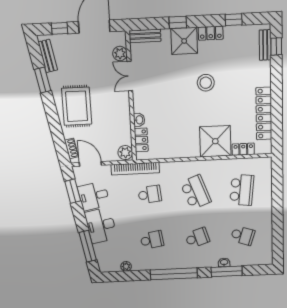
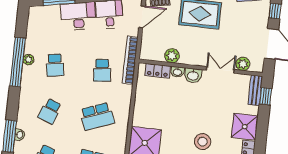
window: (178, 22) -> (266, 96), moved
washbasin: (140, 103) -> (193, 75), added
plant: (125, 153) -> (172, 56), moved
school desk: (197, 238) -> (50, 111), turned 39
plant: (126, 266) -> (28, 60), moved
window: (174, 274) -> (18, 62), moved

